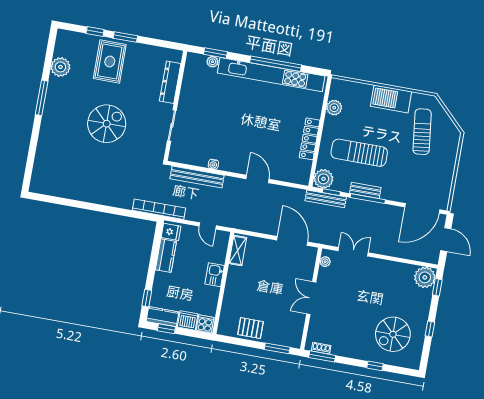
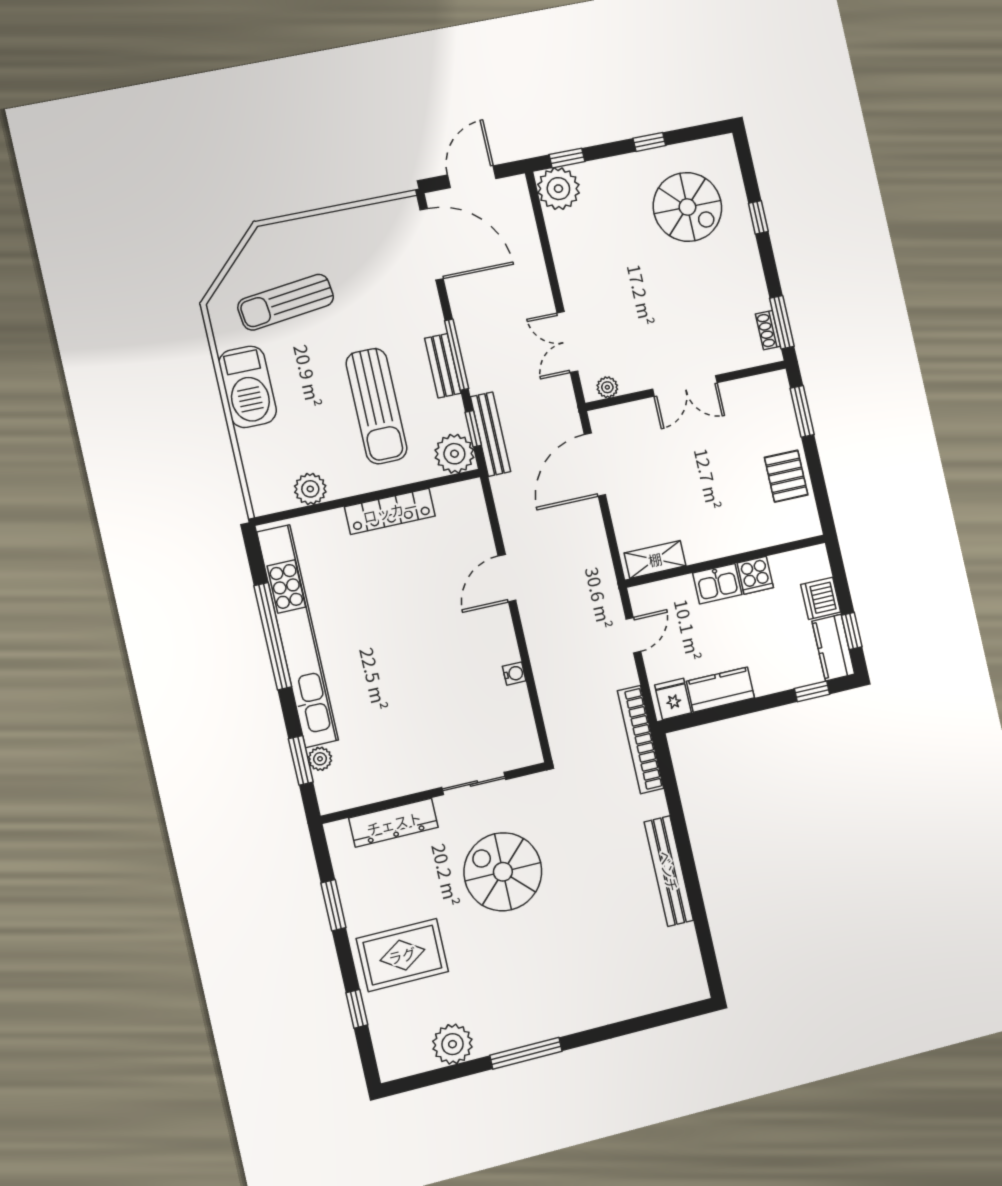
window: (125, 37) -> (333, 905), moved
spiral stairs: (107, 124) -> (503, 872), moved
bench: (197, 177) -> (669, 871), moved
cooker: (205, 324) -> (755, 575), moved, turned -90

